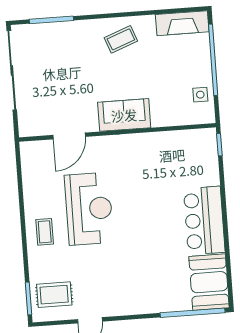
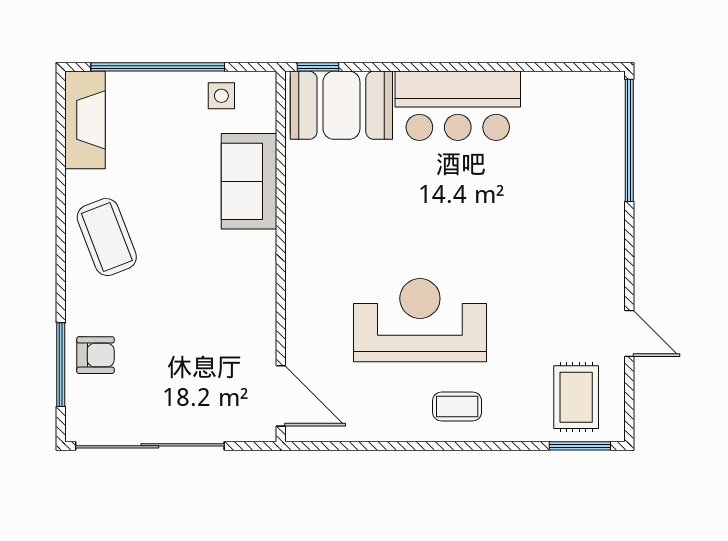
armchair: (58, 38) -> (96, 355), added
coffee table: (121, 39) -> (107, 237), width x1.36, depth x1.30
sofa: (124, 115) -> (249, 181), moved
door: (69, 136) -> (281, 396), moved
booth: (209, 282) -> (341, 105), moved

